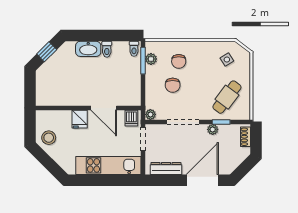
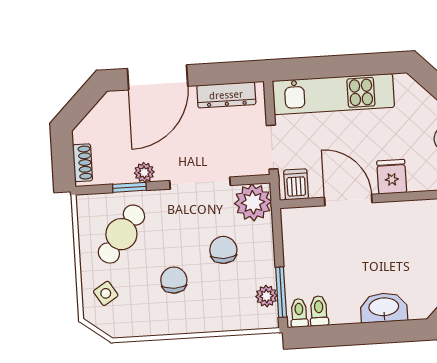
toilet: (107, 49) -> (319, 311), moved
side table: (227, 60) -> (106, 293), moved
chair: (179, 61) -> (174, 280), moved
plant: (150, 114) -> (253, 202), width x1.88, depth x1.88

